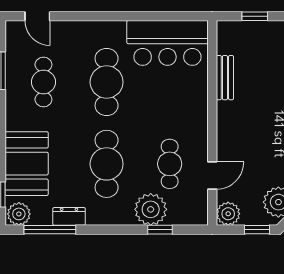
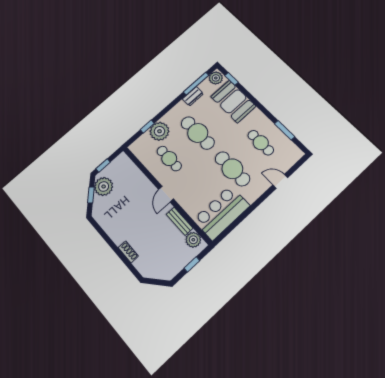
door: (37, 16) -> (280, 181), moved
door: (212, 176) -> (166, 194), moved
plant: (228, 214) -> (193, 240), moved

